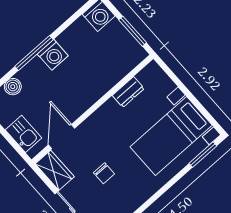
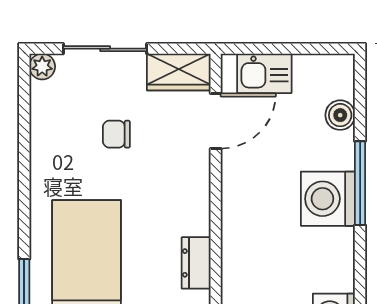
washing machine: (53, 55) -> (328, 199), width x1.37, depth x1.37
door: (62, 137) -> (216, 121), hinge flipped

